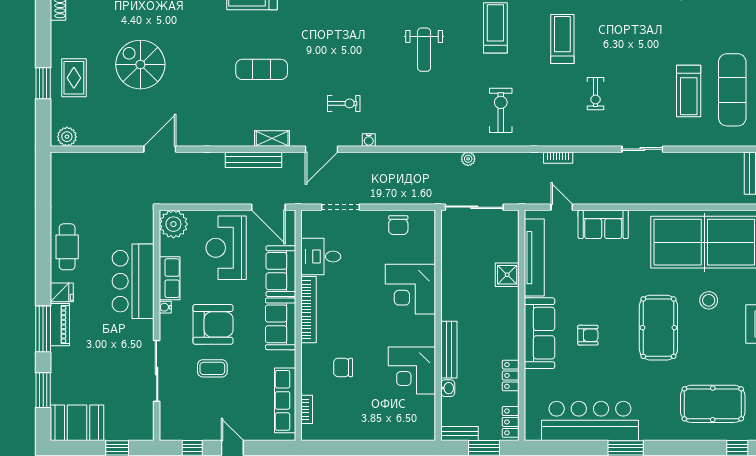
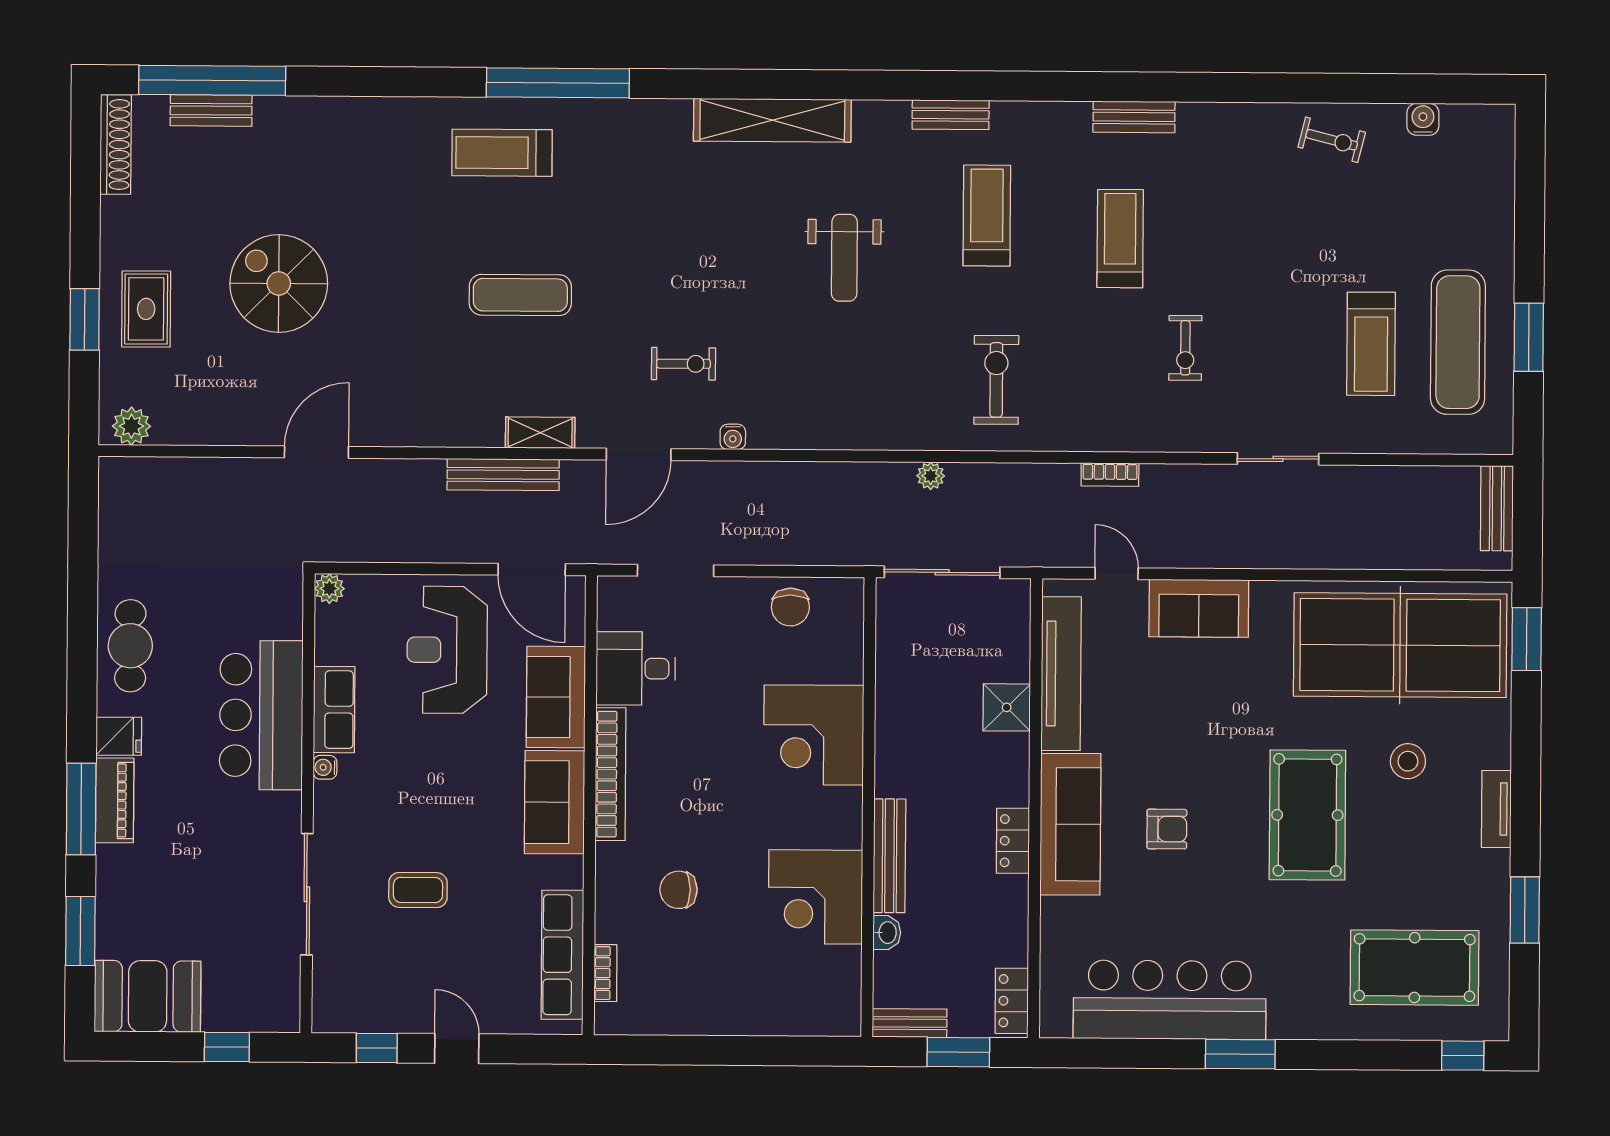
plant: (173, 224) -> (329, 589), width x0.53, depth x0.53
armchair: (213, 324) -> (420, 802), removed
locker: (511, 375) -> (1013, 841), moved

